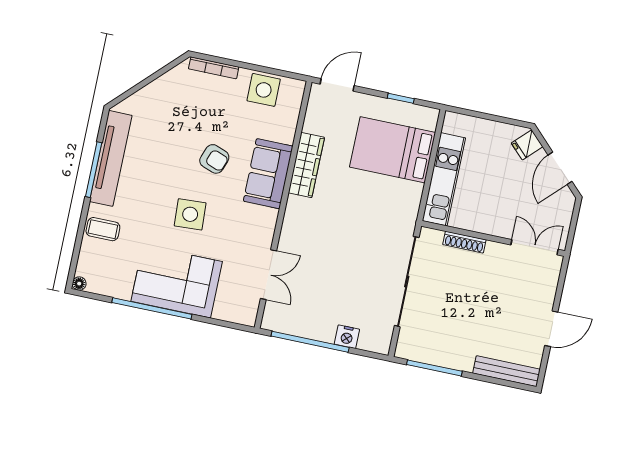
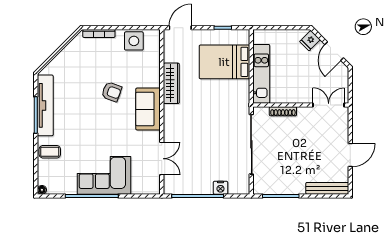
sofa: (268, 174) -> (148, 109), moved
side table: (190, 214) -> (104, 131), removed

